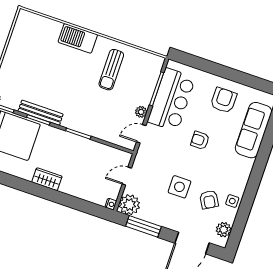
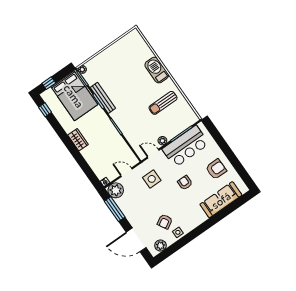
side table: (179, 187) -> (152, 179), moved

